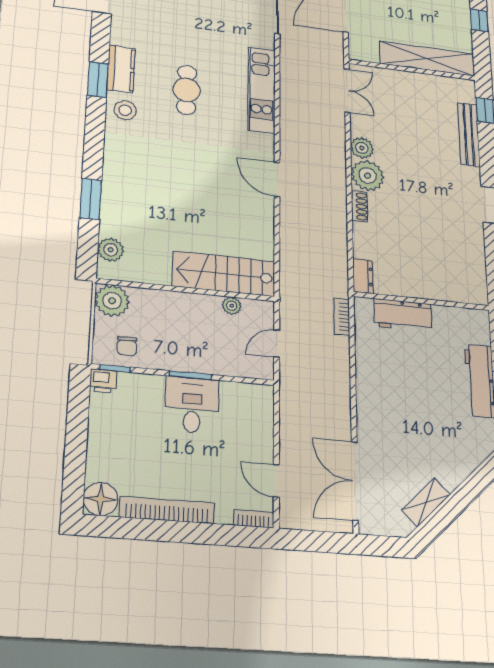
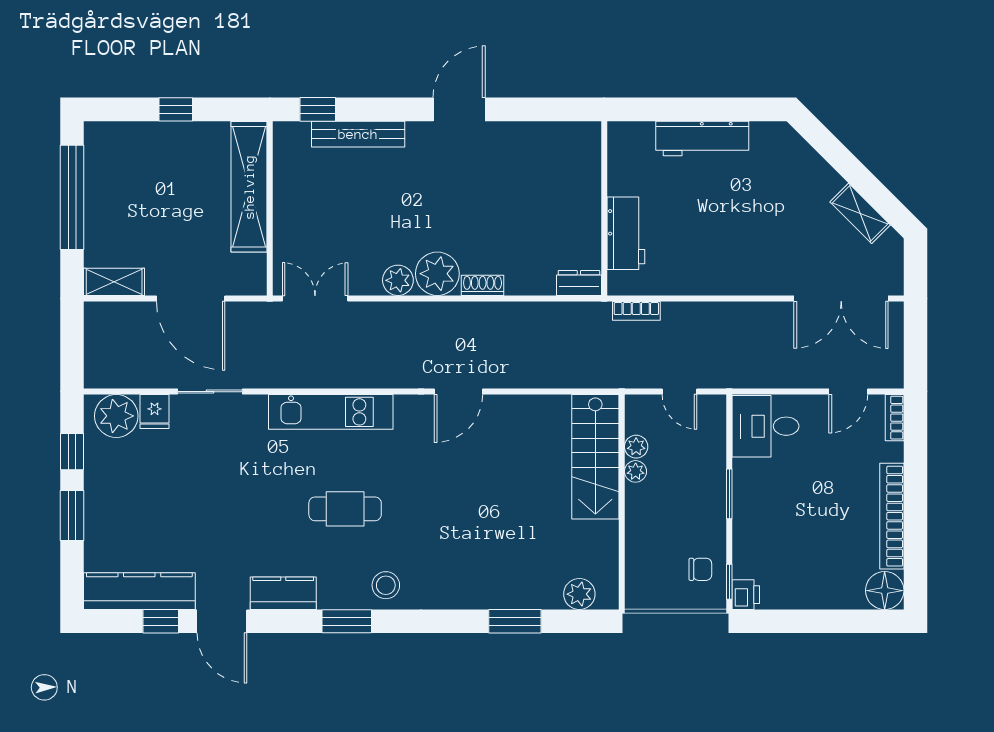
kitchen counter: (121, 69) -> (283, 593), moved
plant: (112, 301) -> (636, 471), moved, width x0.53, depth x0.53
desk: (192, 405) -> (765, 426), moved

